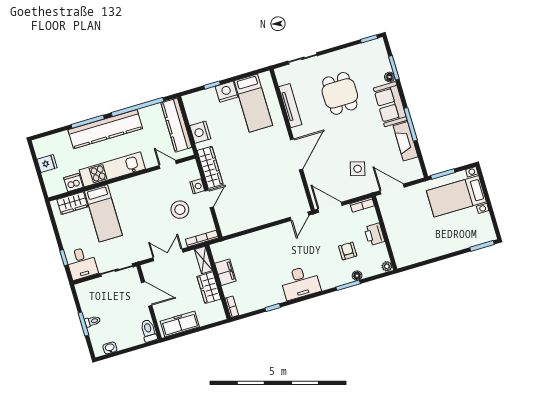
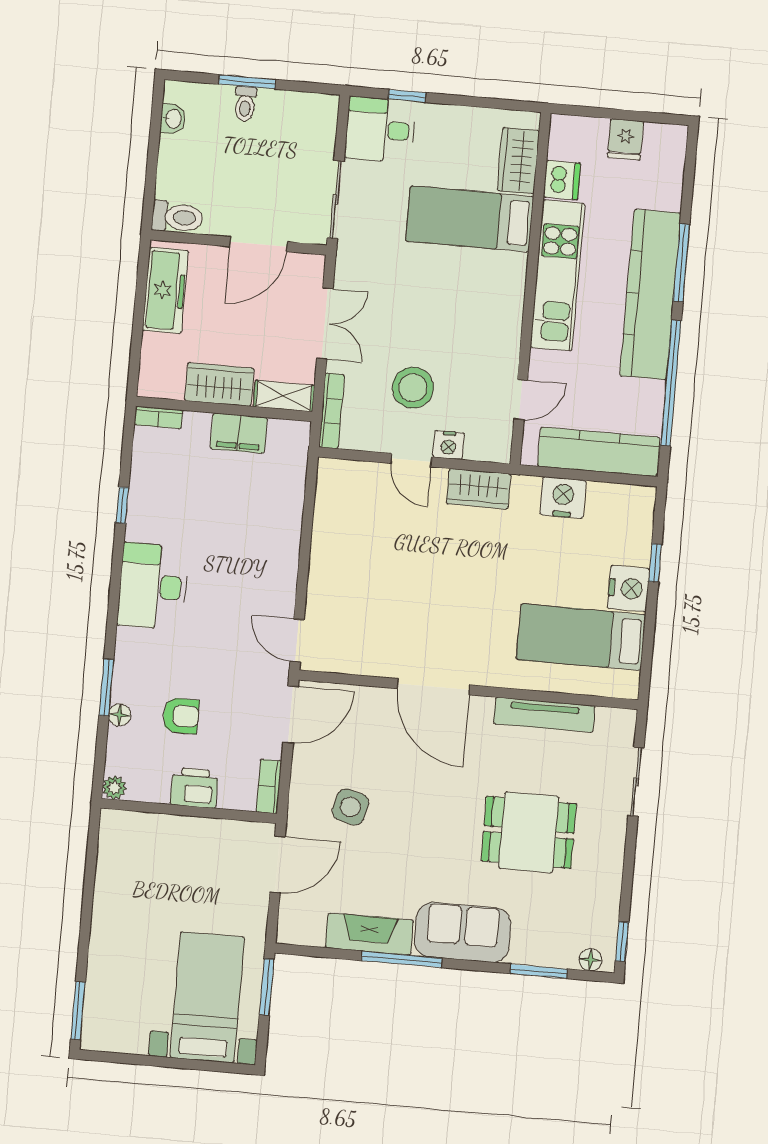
floor lamp: (389, 77) -> (590, 960), moved
wardrobe: (210, 167) -> (479, 489), width x0.67

